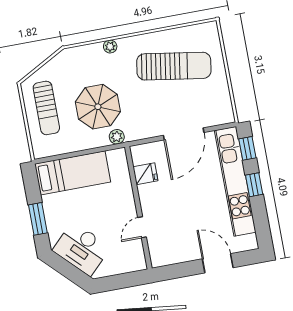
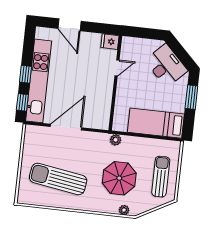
plant: (110, 46) -> (124, 210), moved
parasol: (98, 107) -> (119, 178), moved
fridge: (145, 174) -> (110, 42), moved

